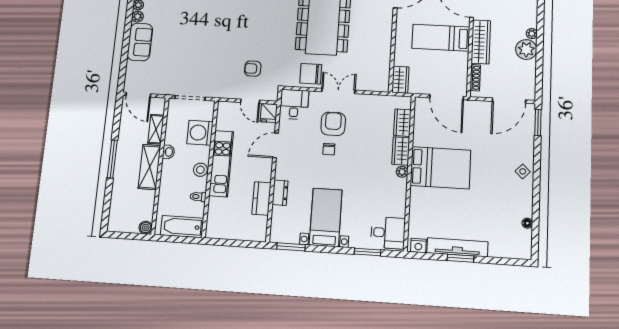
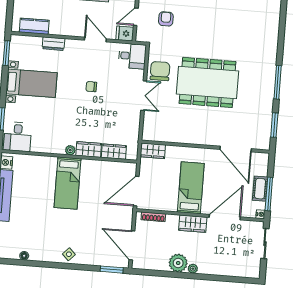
wardrobe: (481, 42) -> (193, 224), width x0.67
armchair: (333, 124) -> (114, 91), removed
bed: (440, 168) -> (67, 183), width x0.67
kitchen counter: (261, 199) -> (34, 26), moved

